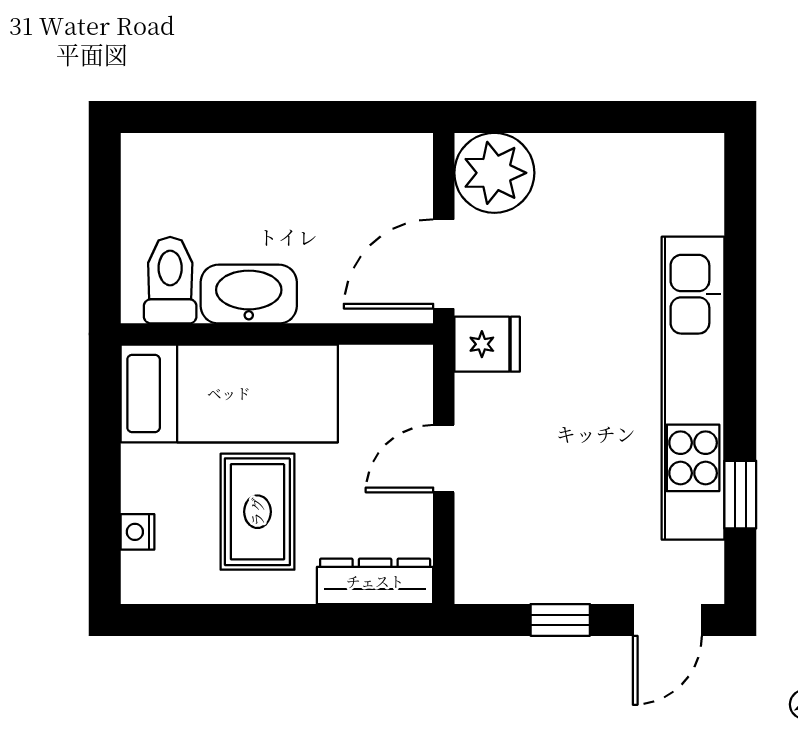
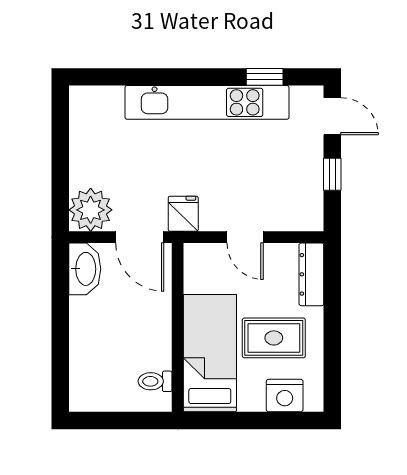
toilet: (170, 280) -> (155, 381), width x0.73, depth x0.72
washbasin: (249, 294) -> (85, 269), moved, turned 180
nightstand: (138, 532) -> (285, 396), width x1.89, depth x1.79

